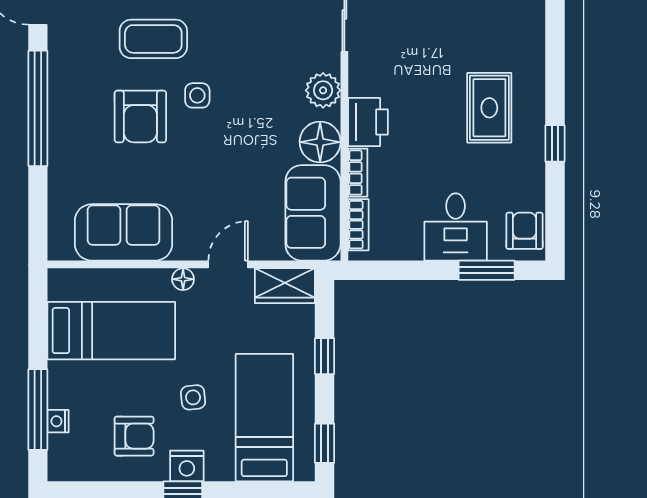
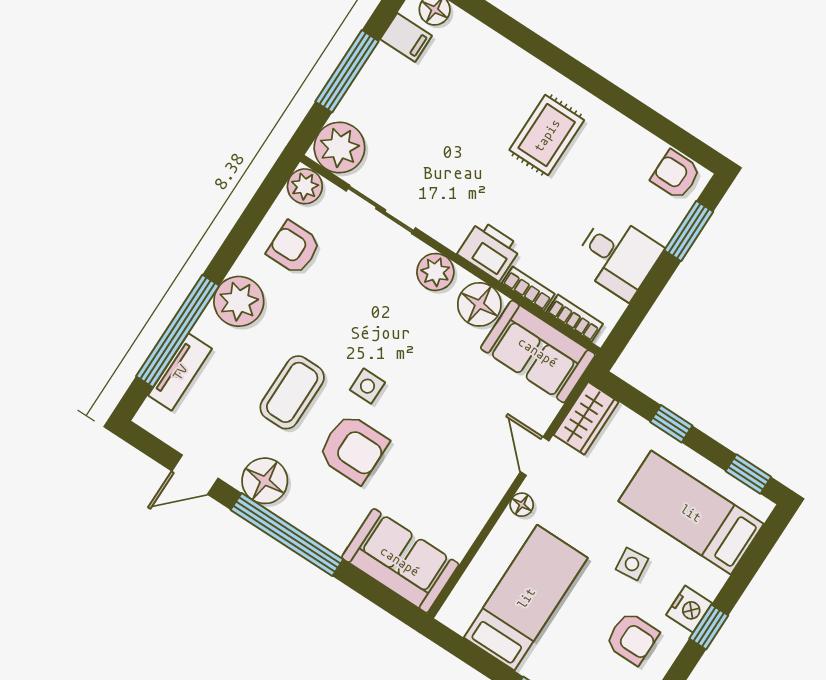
floor lamp: (69, 63) -> (265, 481), added
rug: (489, 108) -> (547, 135), turned 90
window: (555, 143) -> (616, 98), removed
desk: (456, 227) -> (618, 256), moved
sofa: (123, 232) -> (400, 561), moved, turned 90
armchair: (134, 436) -> (632, 638), turned 90

